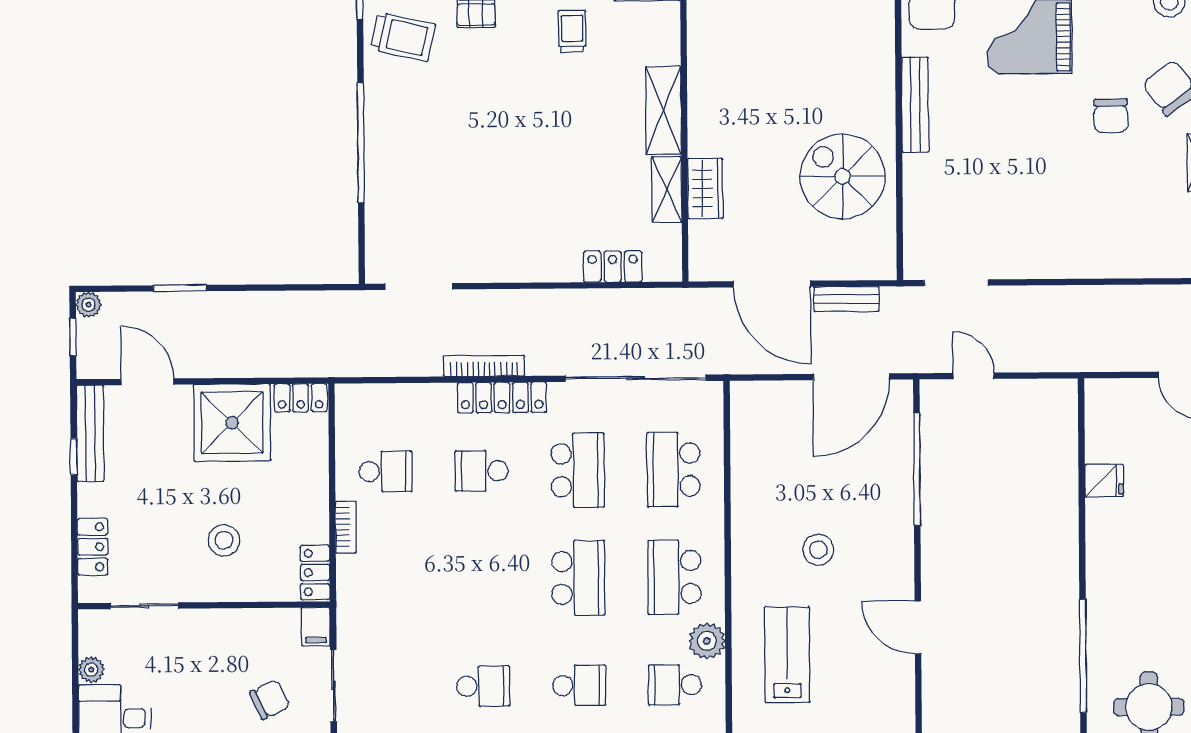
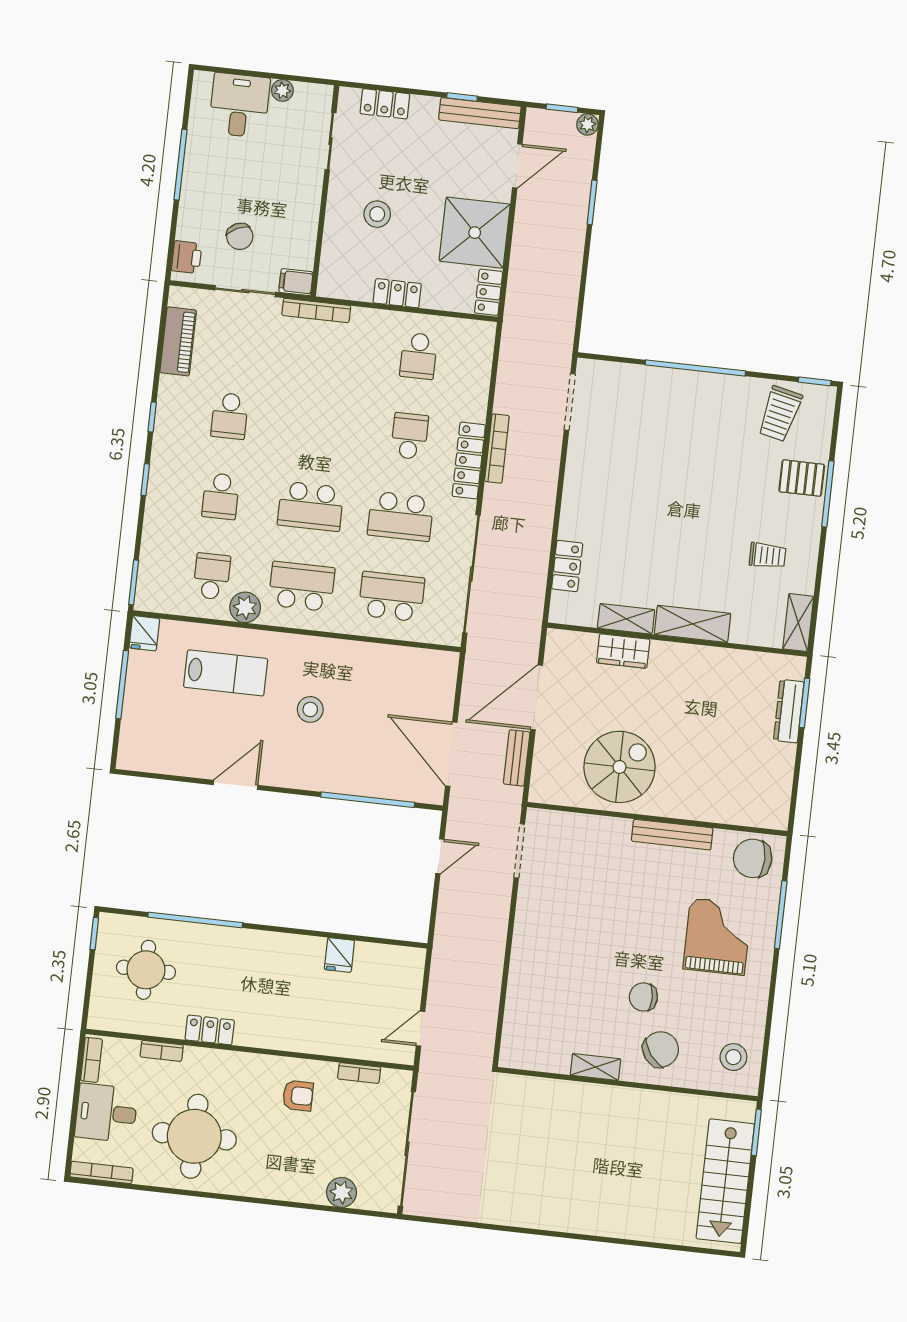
bookcase: (346, 527) -> (316, 310), moved, width x1.56
locker: (315, 573) -> (397, 293), moved

